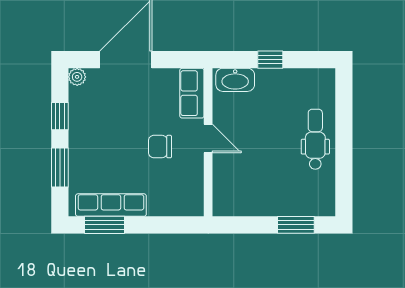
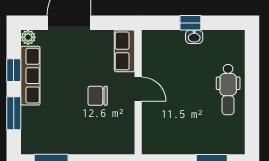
washbasin: (235, 80) -> (194, 37), moved, width x0.52, depth x0.69
dental chair: (315, 139) -> (228, 90), turned 180
row of seats: (111, 205) -> (30, 76), moved, turned 90

